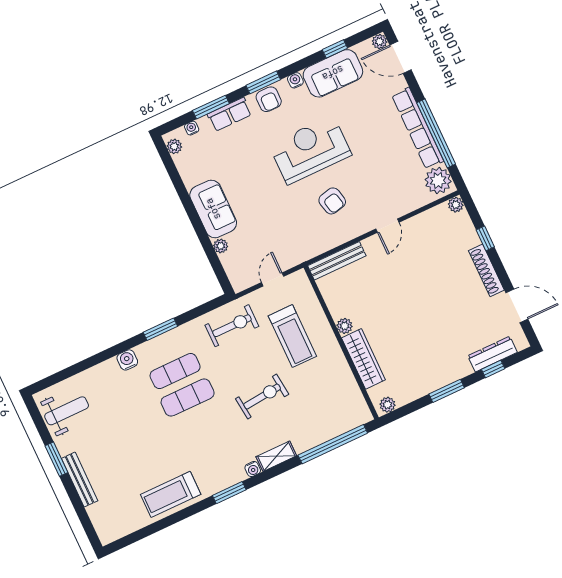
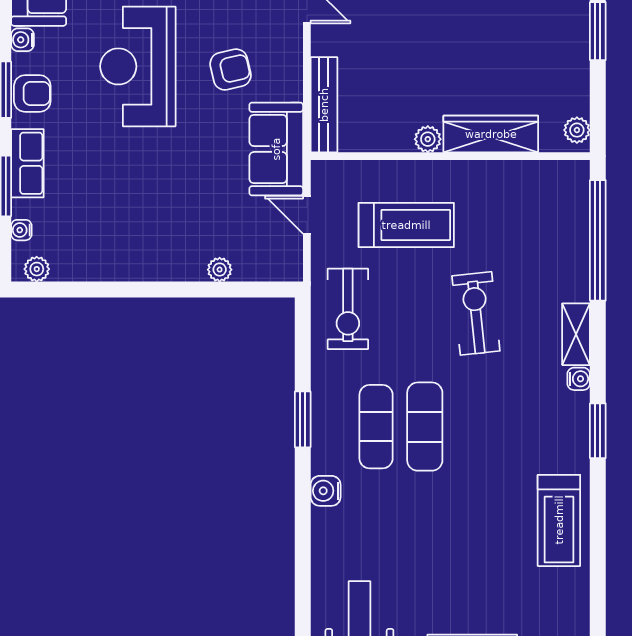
sofa: (213, 209) -> (276, 149), moved, turned -90
exercise bike: (232, 326) -> (348, 309), turned 180

